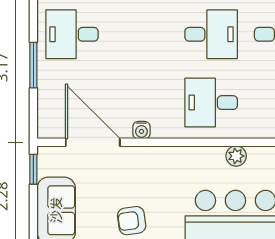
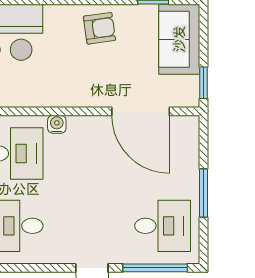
water cooler: (141, 130) -> (57, 124), moved

